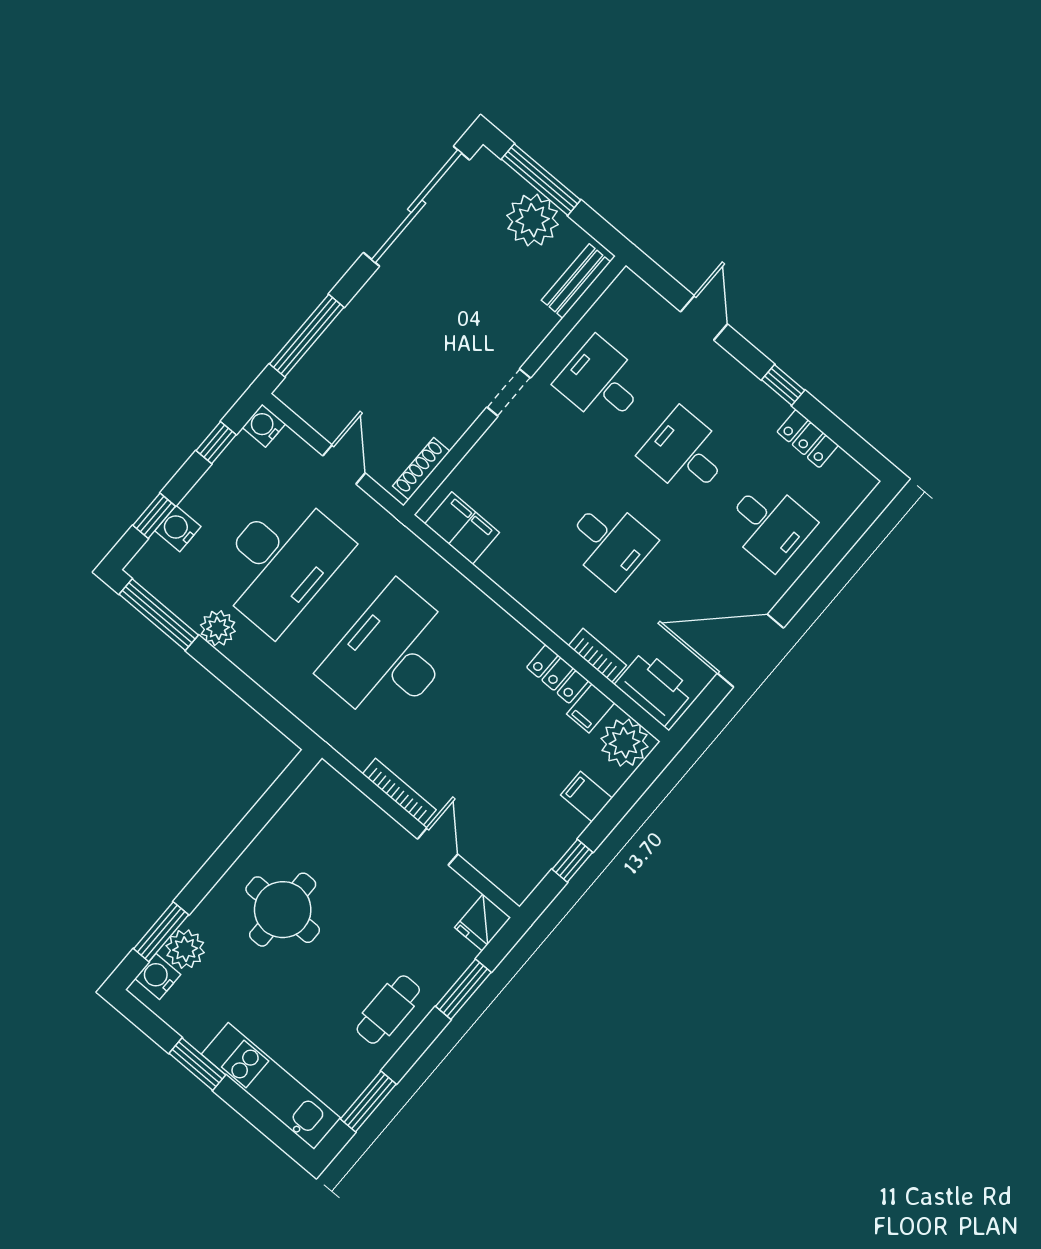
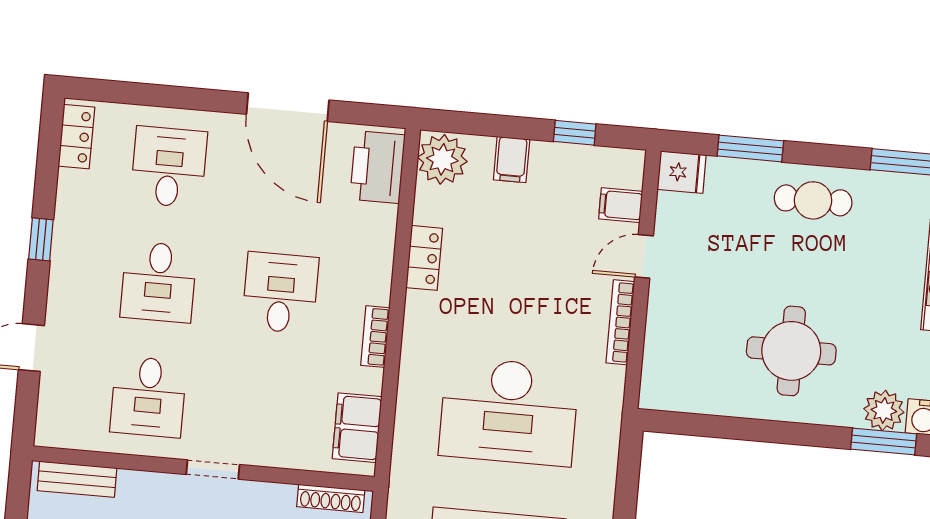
locker: (808, 439) -> (76, 137), moved
bookcase: (597, 655) -> (375, 337), moved
filing cabinet: (591, 708) -> (621, 205), moved, turned 180

